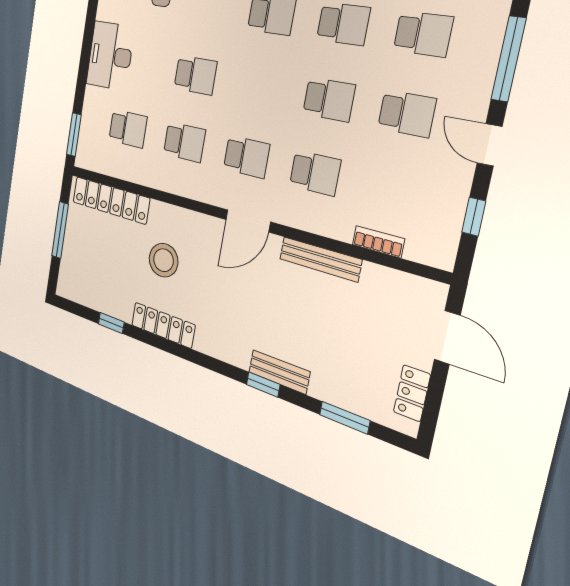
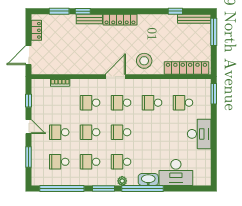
window: (508, 59) -> (28, 157), width x0.69
school desk: (195, 75) -> (121, 132), moved
window: (60, 230) -> (214, 32), moved
bench: (320, 259) -> (194, 19), moved
stool: (163, 260) -> (144, 61), moved
locker: (163, 325) -> (120, 20), moved
door: (447, 337) -> (28, 55), hinge flipped
window: (263, 385) -> (83, 11), moved

